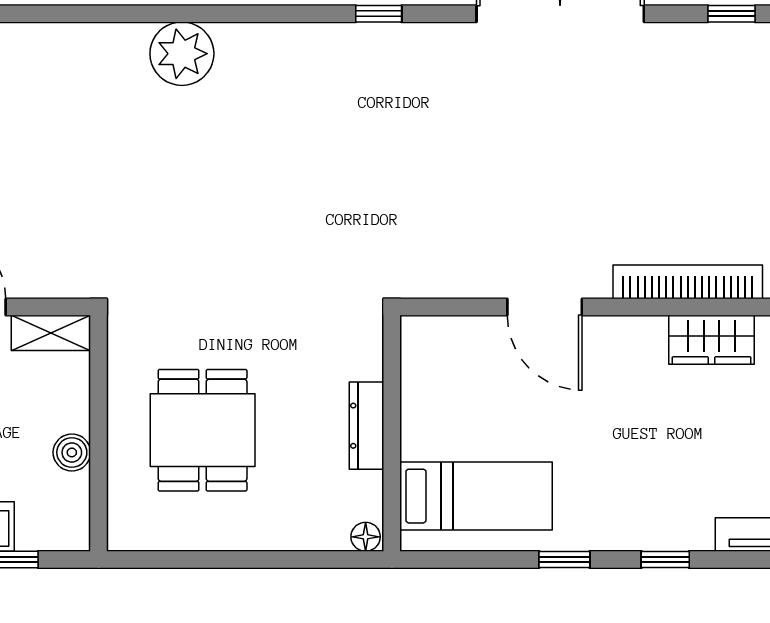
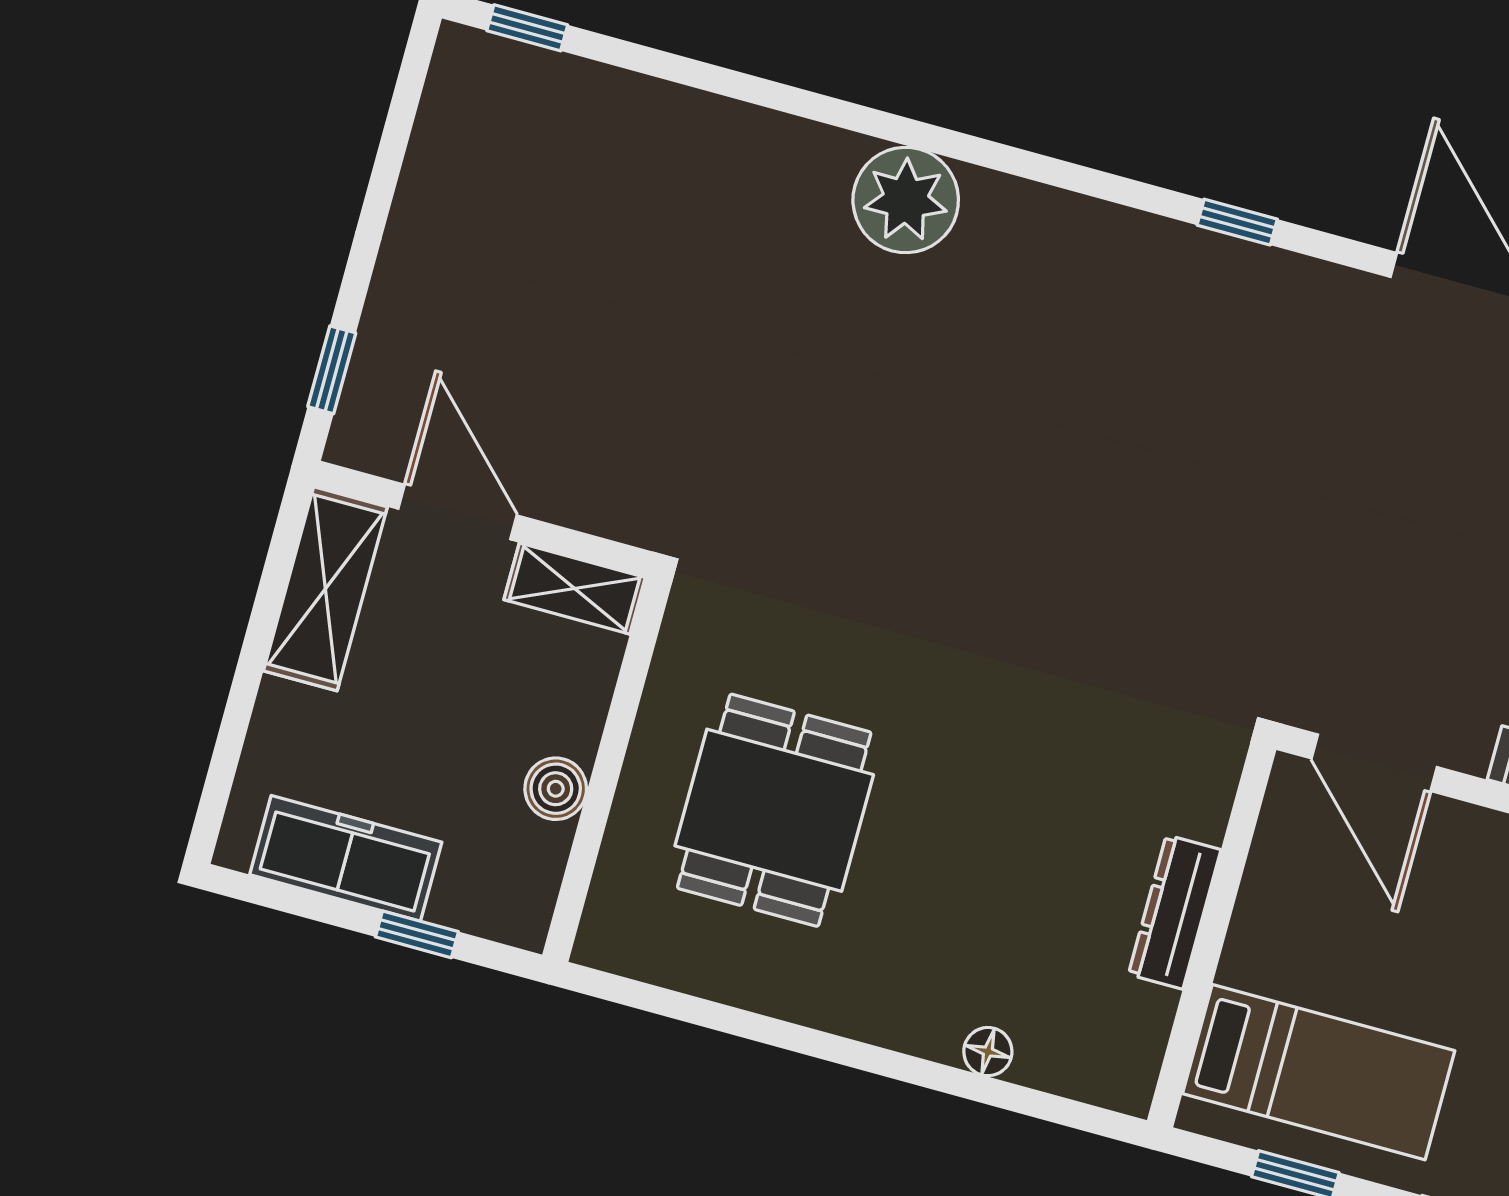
dresser: (367, 426) -> (1175, 912), moved
wall: (392, 433) -> (1212, 935), moved
bed: (476, 496) -> (1319, 1072), moved

